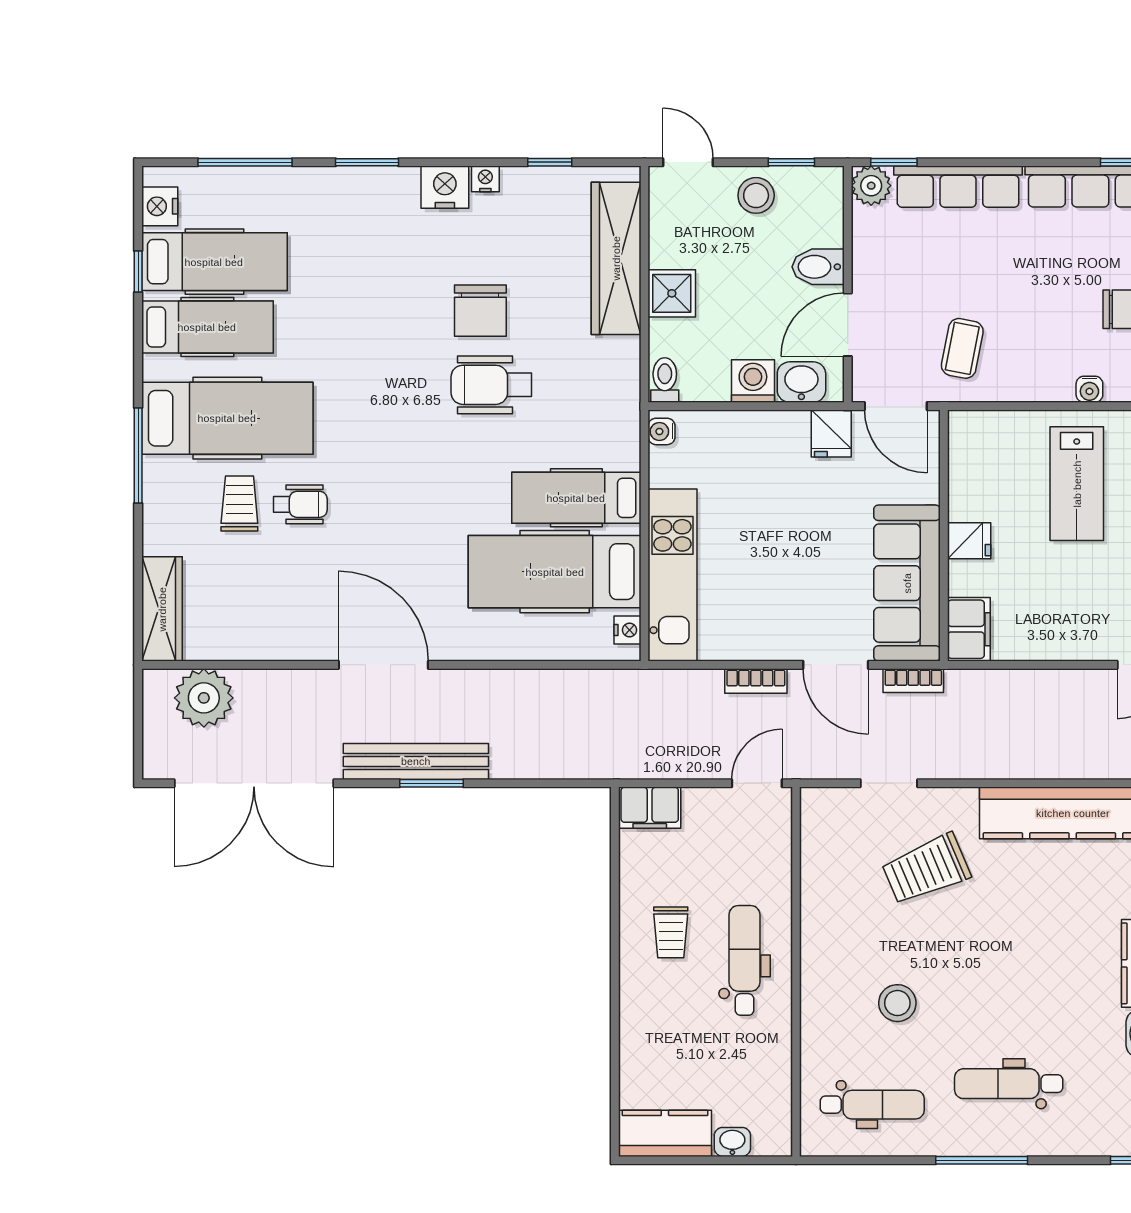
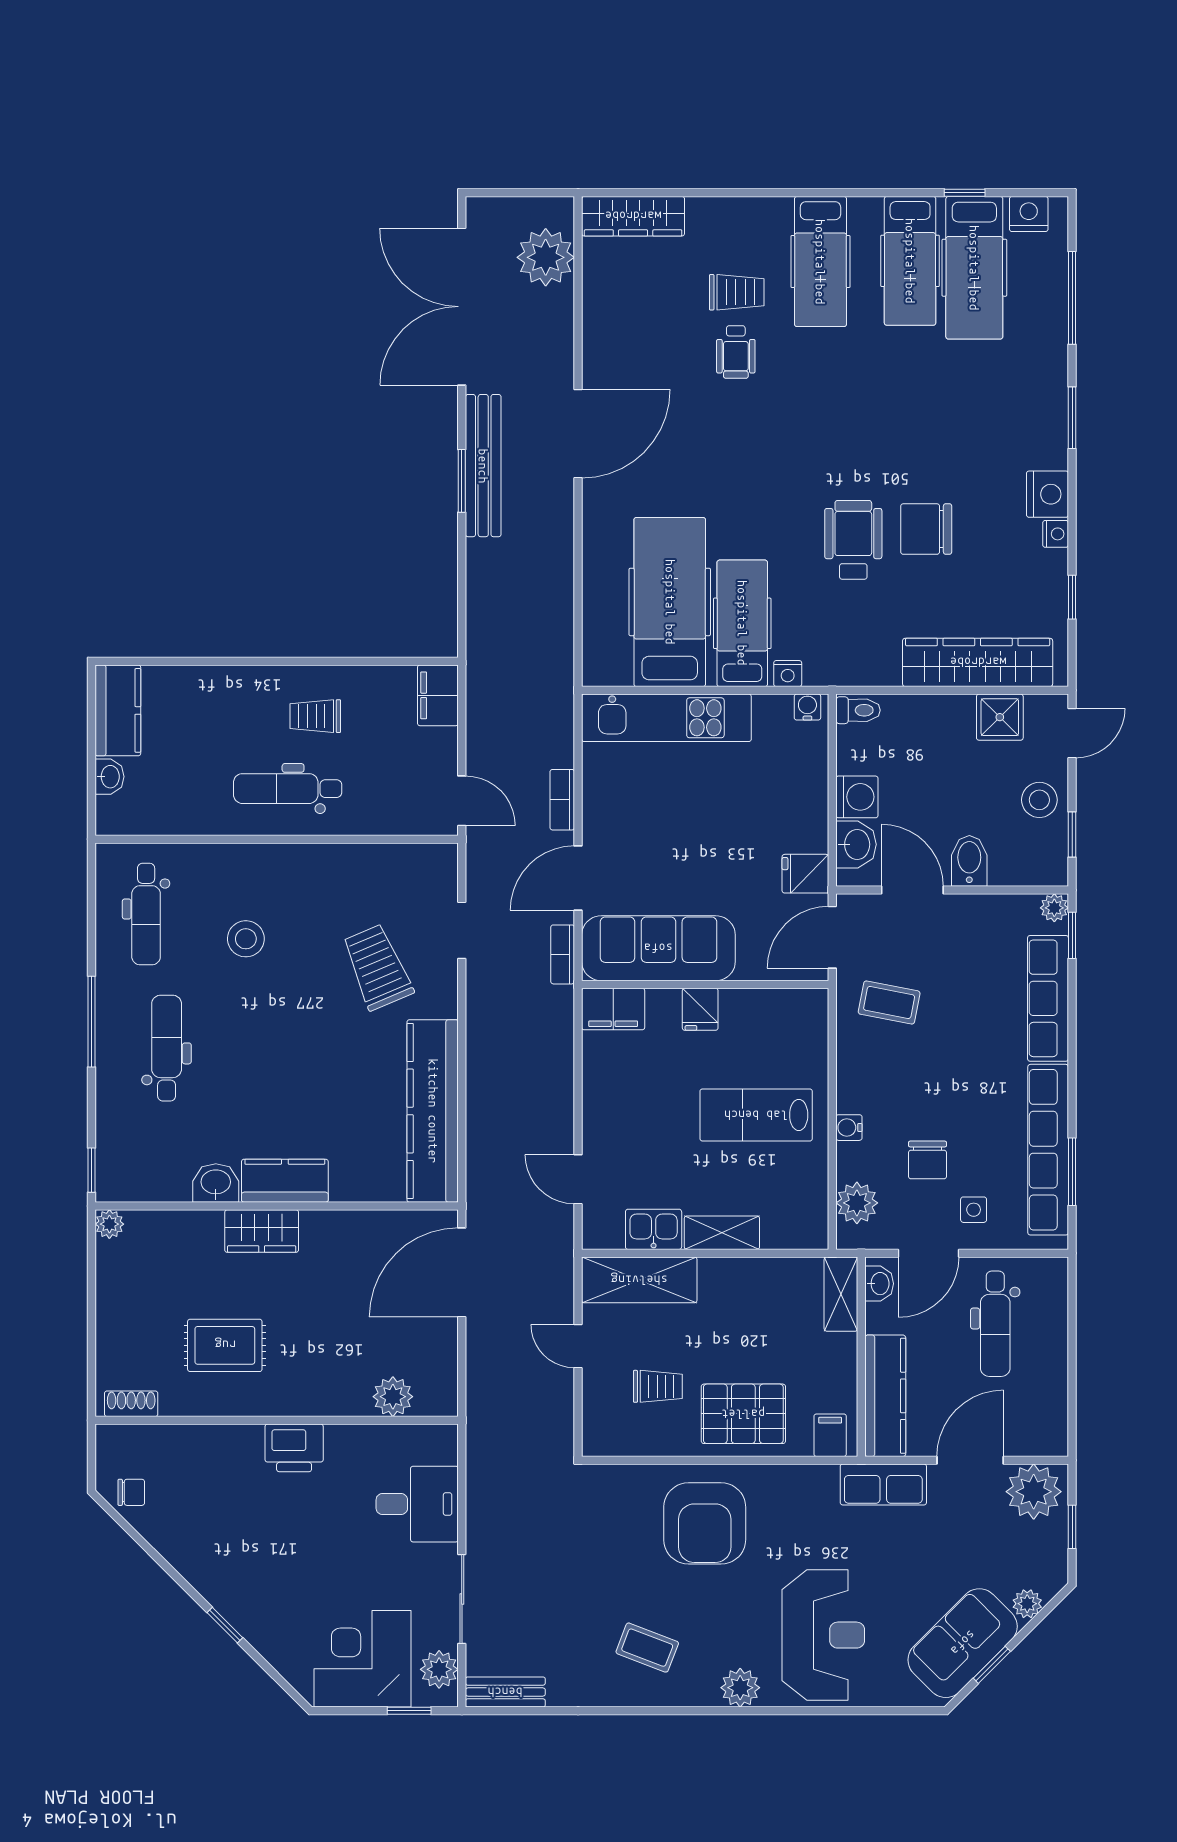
plant: (871, 186) -> (1054, 908), width x0.73, depth x0.73
shower: (672, 293) -> (1000, 717), moved
hospital bed: (227, 418) -> (820, 262), width x0.73, depth x0.78
window: (138, 456) -> (784, 193), removed
nightstand: (627, 630) -> (788, 674), moved
dental chair: (745, 960) -> (288, 789), turned 180

